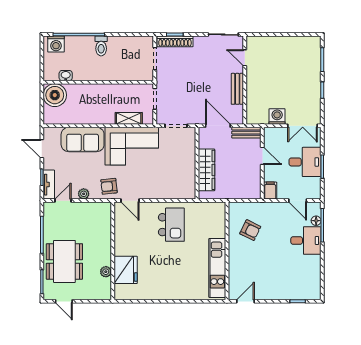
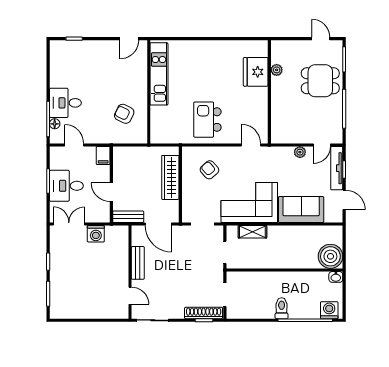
washbasin: (66, 76) -> (336, 277), moved
tv unit: (49, 185) -> (337, 168), width x1.41
armchair: (109, 186) -> (209, 170), moved, turned -126
dining table: (64, 261) -> (320, 81), width x0.73

